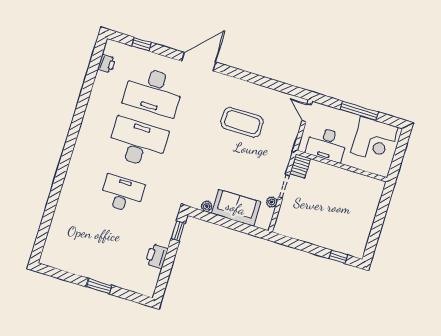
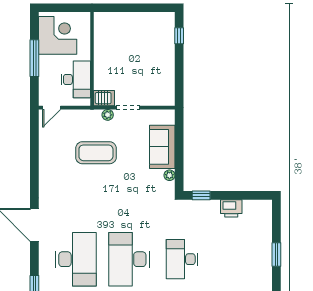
coffee table: (242, 122) -> (96, 153), moved, turned 90
plant: (272, 202) -> (108, 115), moved

